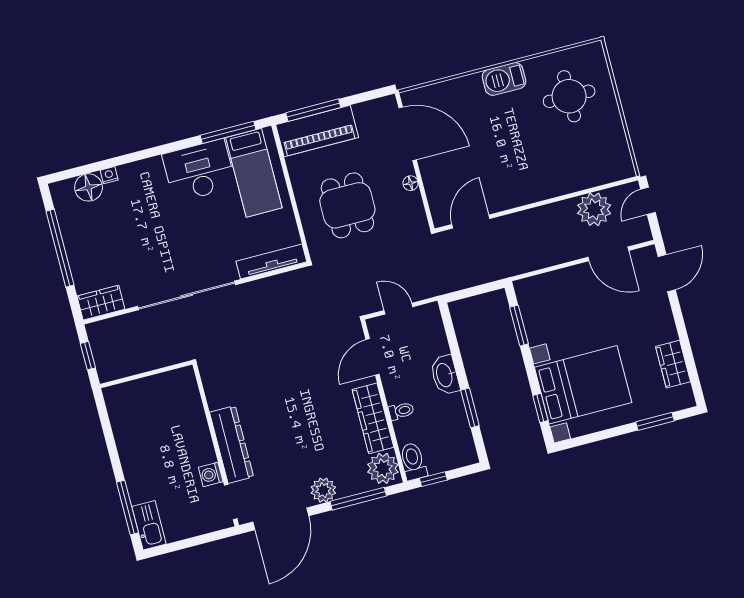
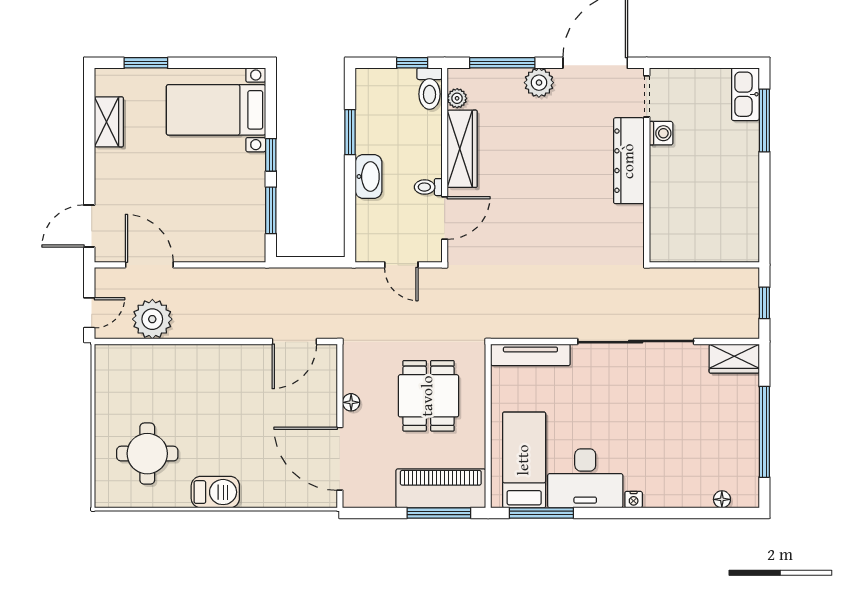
nightstand: (109, 175) -> (634, 500), moved
floor lamp: (89, 187) -> (722, 499), width x0.53, depth x0.53
bed with nightstands: (583, 385) -> (216, 110), width x0.73
window: (540, 408) -> (271, 155), moved
toilet: (401, 411) -> (428, 187), moved
plant: (383, 468) -> (457, 98), width x0.53, depth x0.53

